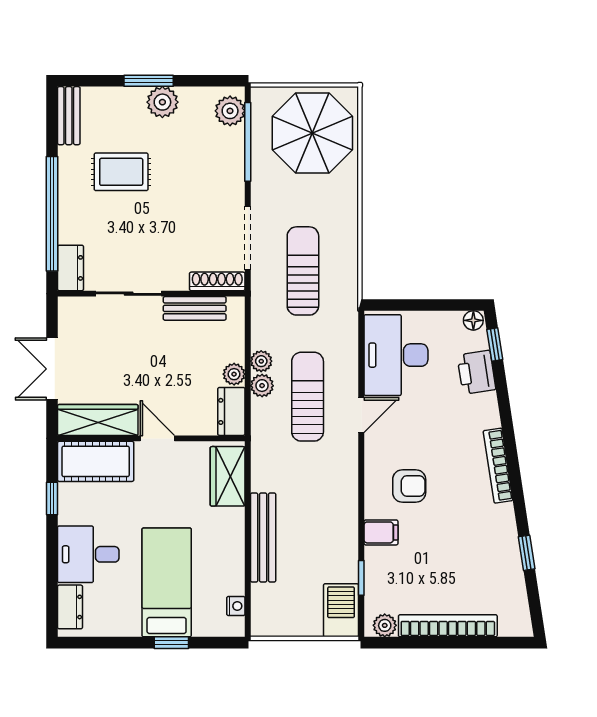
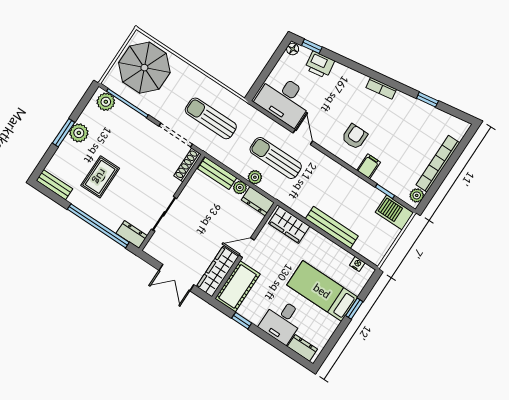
bench: (195, 308) -> (217, 173), moved, turned 90
plant: (261, 361) -> (242, 170), removed
bookcase: (498, 466) -> (381, 88), width x0.64

